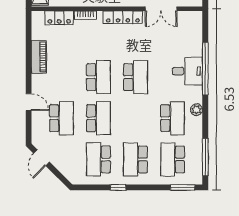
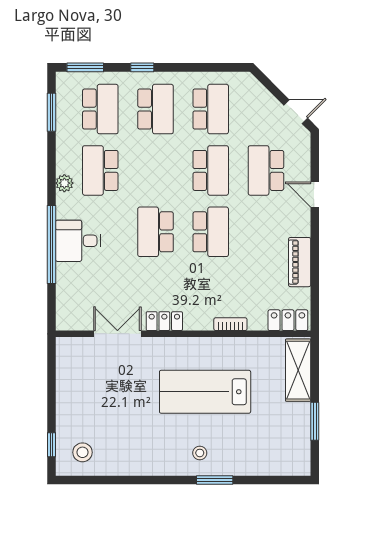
locker: (123, 17) -> (164, 321), width x0.66
locker: (59, 18) -> (288, 320), moved
school desk: (98, 77) -> (211, 232), turned 180
school desk: (98, 118) -> (211, 170), turned 180
window: (205, 157) -> (51, 112), width x0.69
door: (42, 158) -> (296, 112), hinge flipped
window: (118, 187) -> (142, 67), moved

